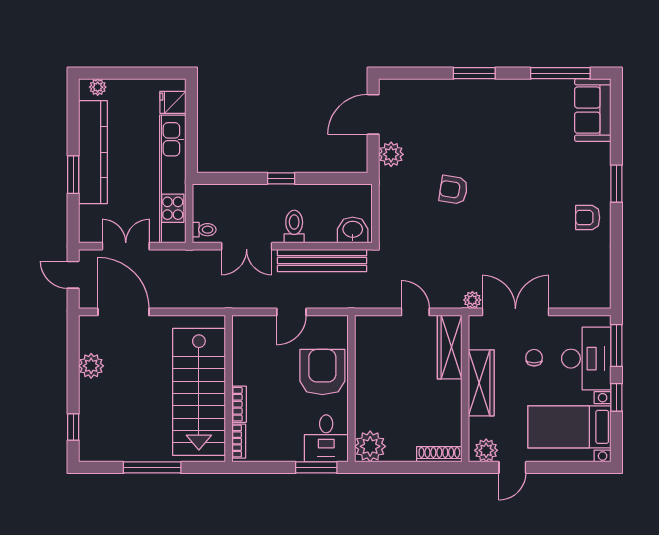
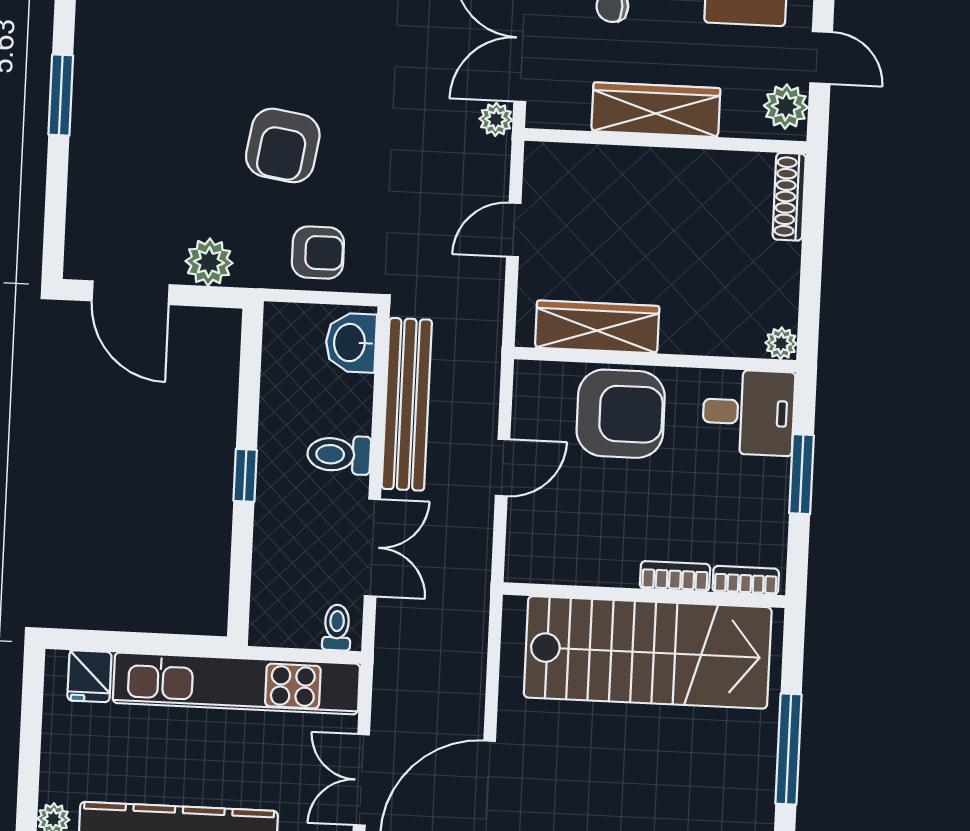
armchair: (453, 190) -> (283, 145), width x1.38, depth x1.38
armchair: (399, 211) -> (318, 253), added
door: (291, 312) -> (503, 468), hinge flipped
wardrobe: (450, 347) -> (597, 327), moved, turned 180
armchair: (322, 372) -> (621, 414), turned 180
plant: (370, 446) -> (781, 343), width x0.53, depth x0.53
window: (316, 467) -> (801, 474), moved

